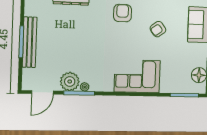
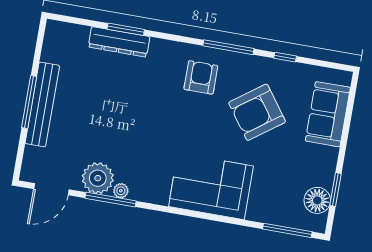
armchair: (158, 29) -> (257, 112), width x1.88, depth x1.88

